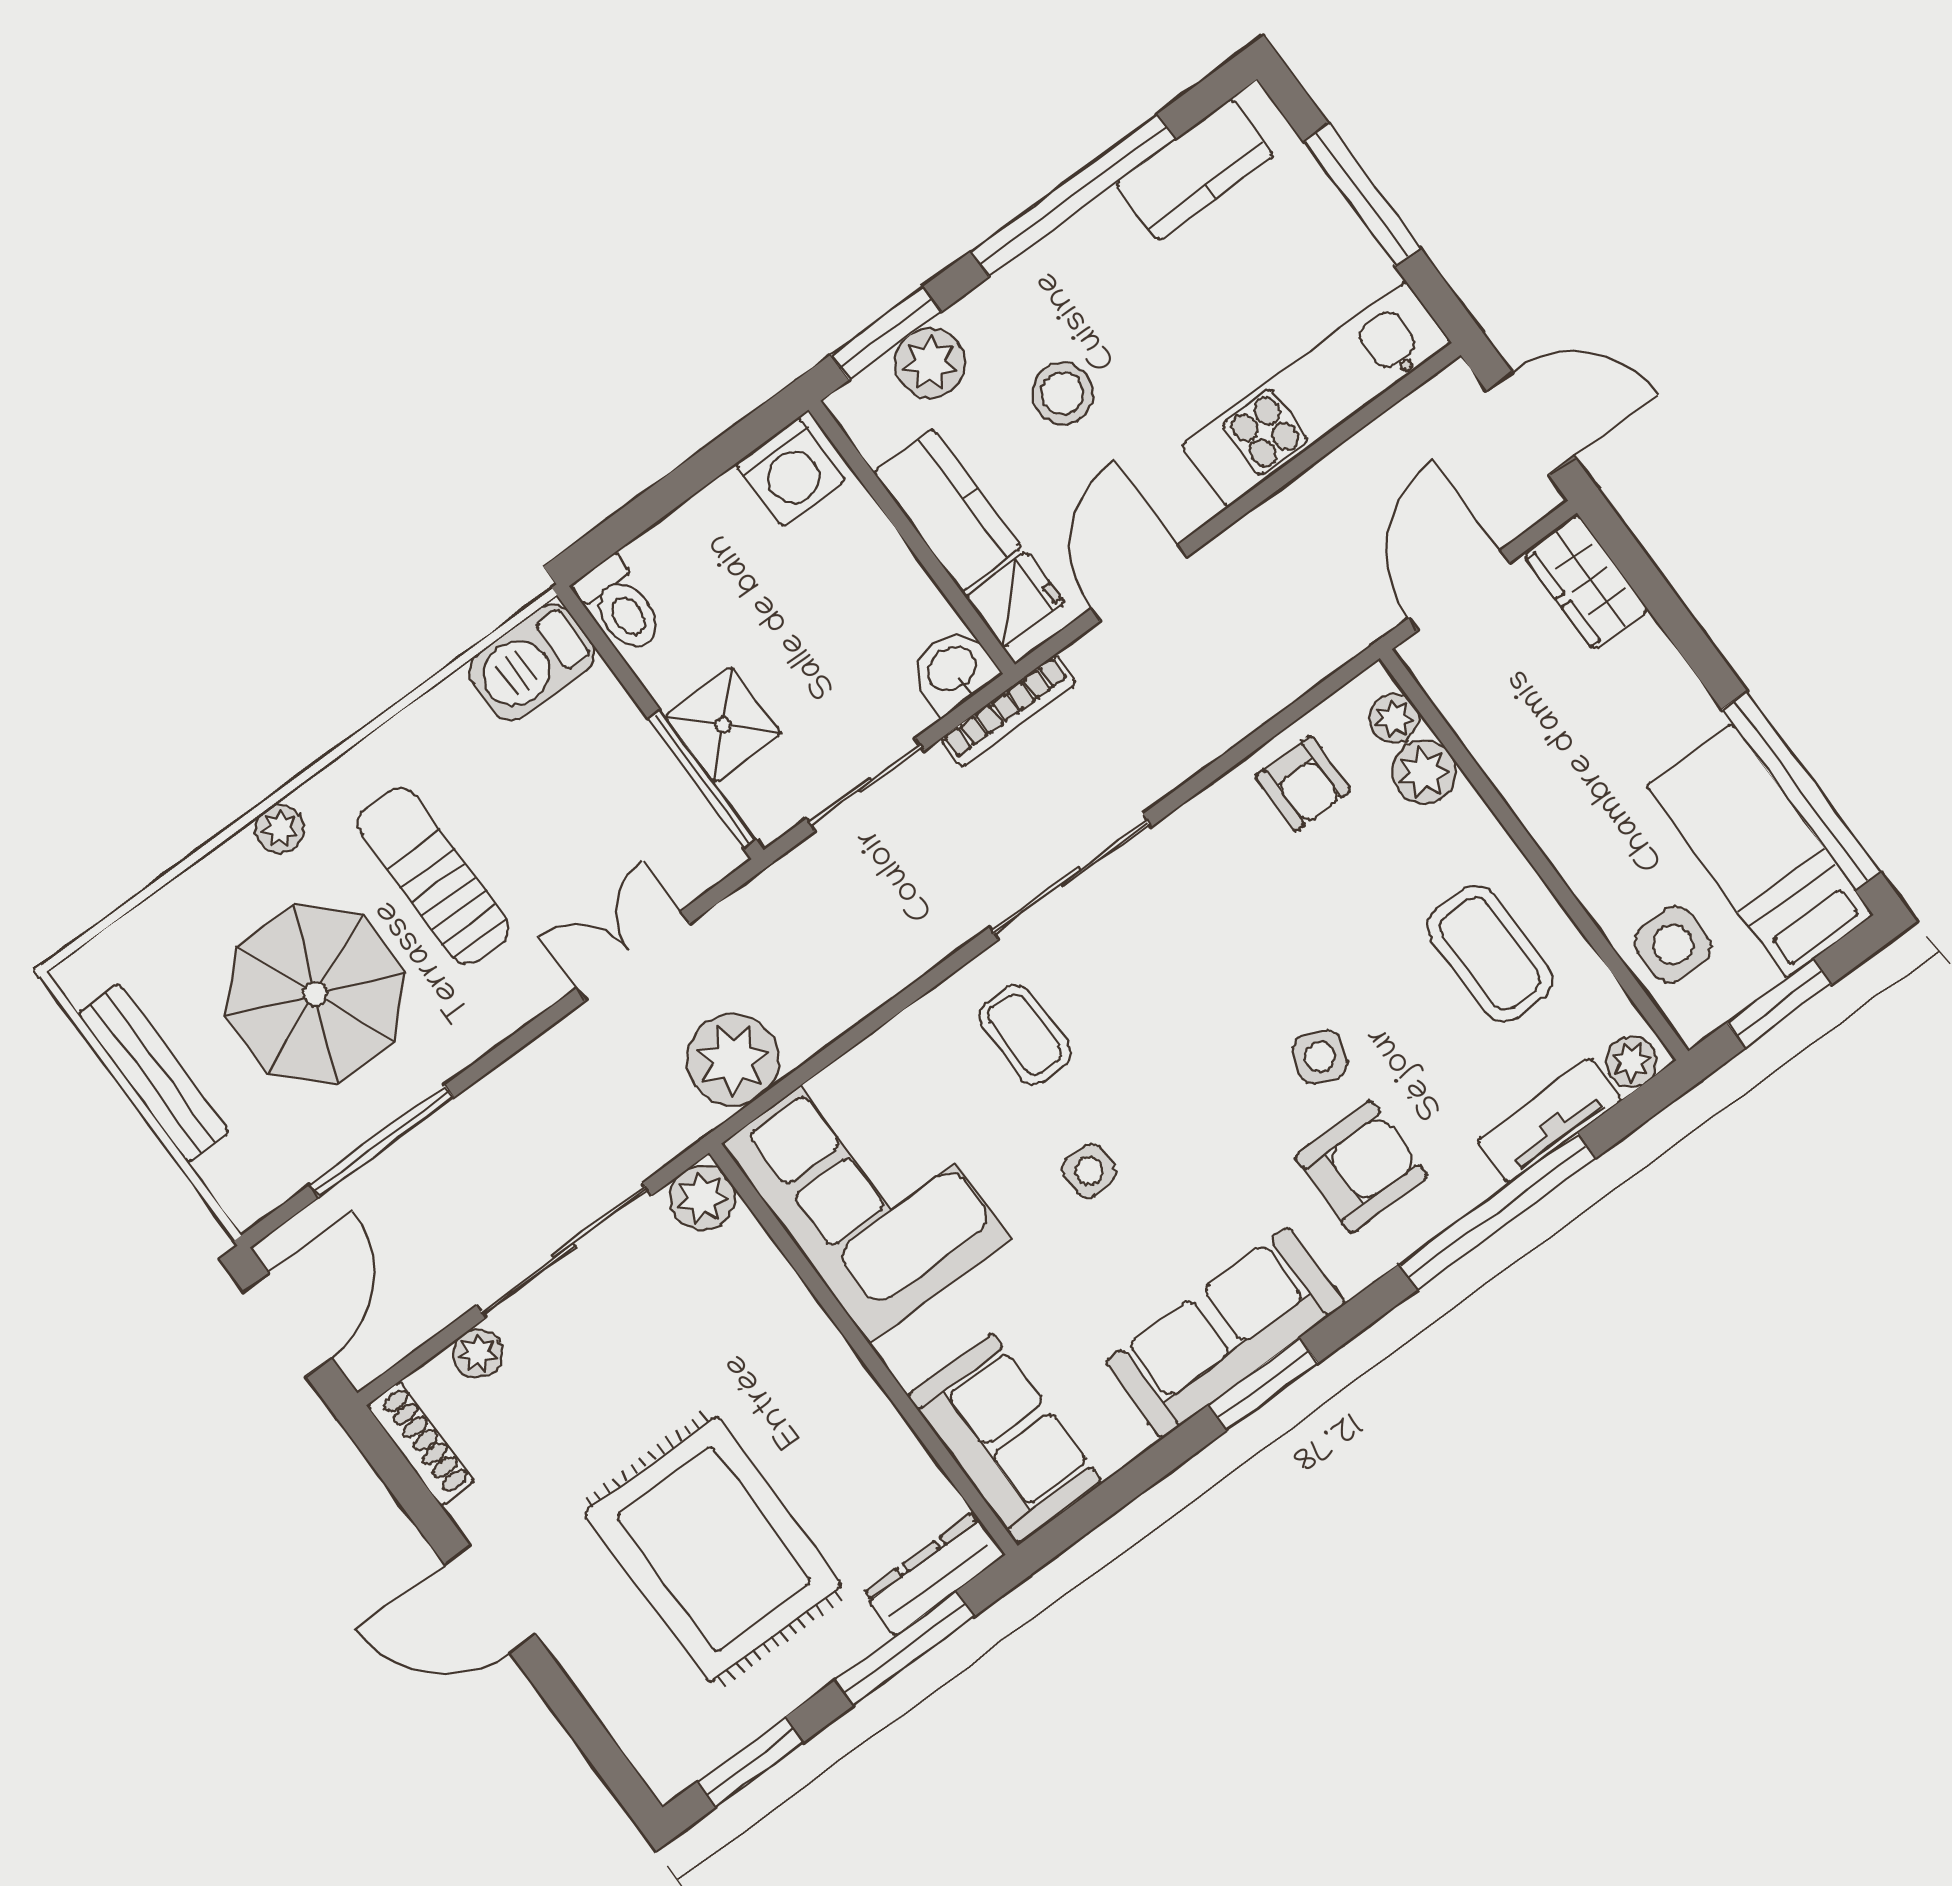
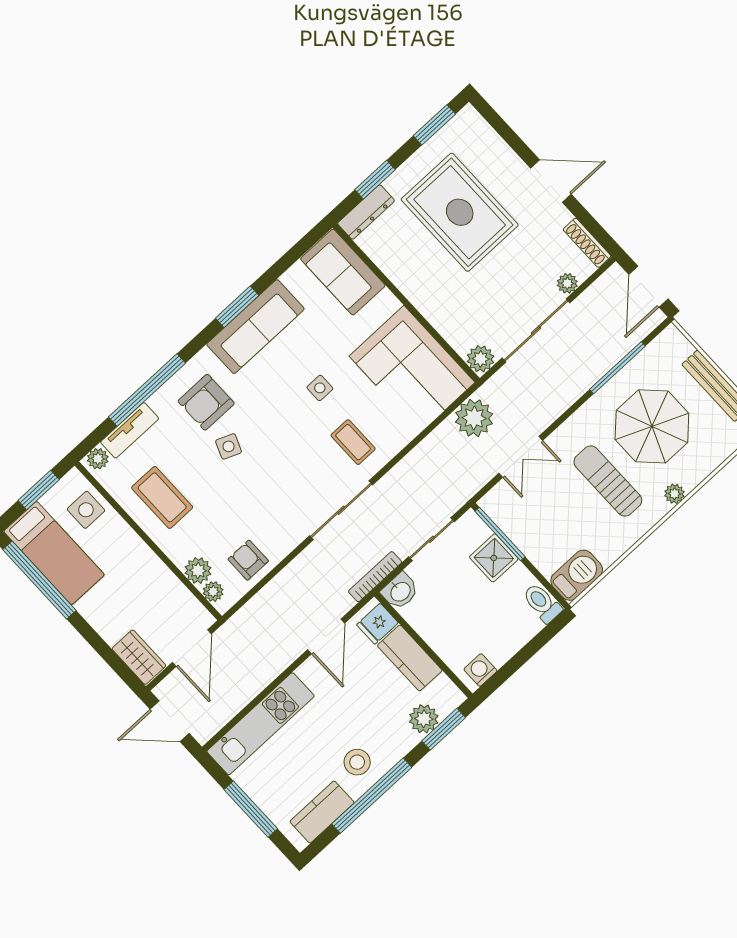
stool: (1062, 393) -> (357, 762), moved
washing machine: (790, 472) -> (480, 670), width x0.73, depth x0.73
sun lounger: (434, 876) -> (608, 481), turned 180
window: (905, 1648) -> (375, 180), width x0.69

